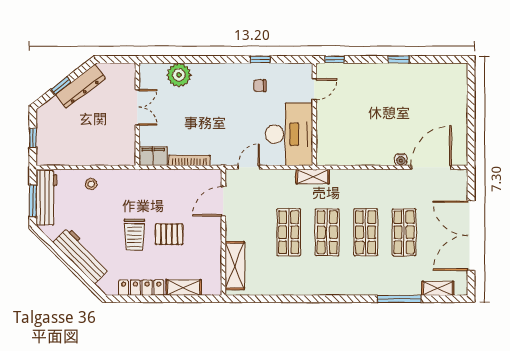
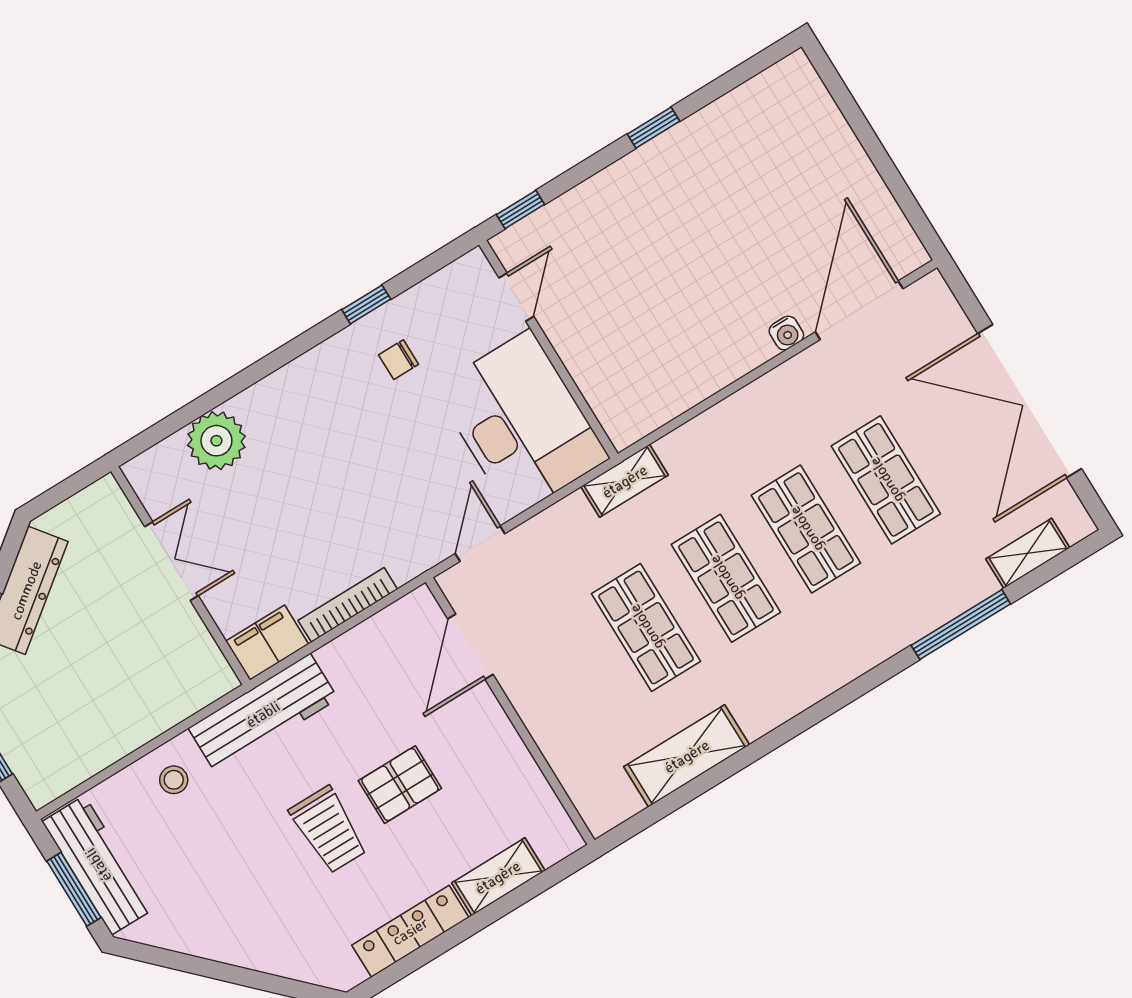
workbench: (81, 255) -> (263, 714), moved, turned 135
shelving: (235, 265) -> (687, 756), moved, turned 90

